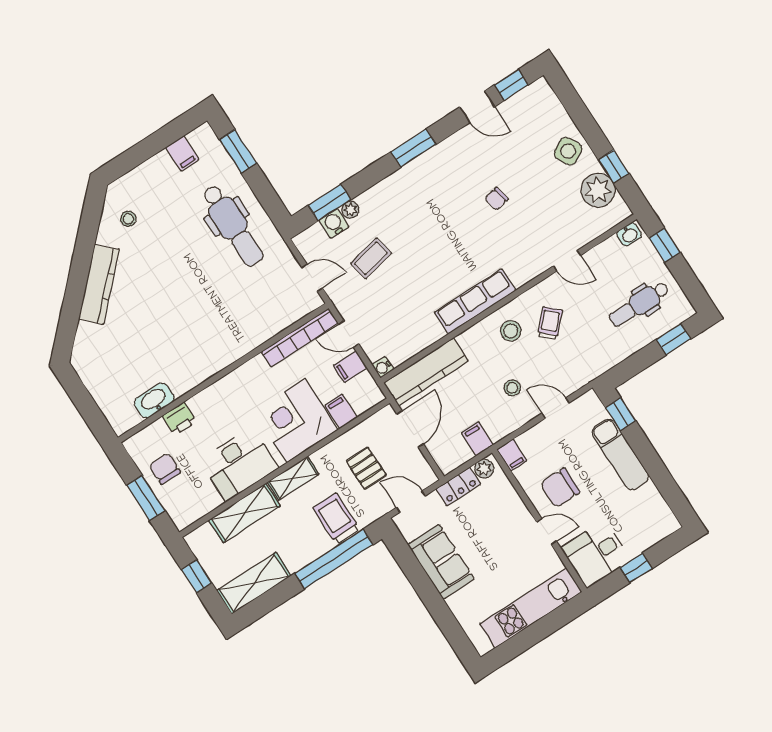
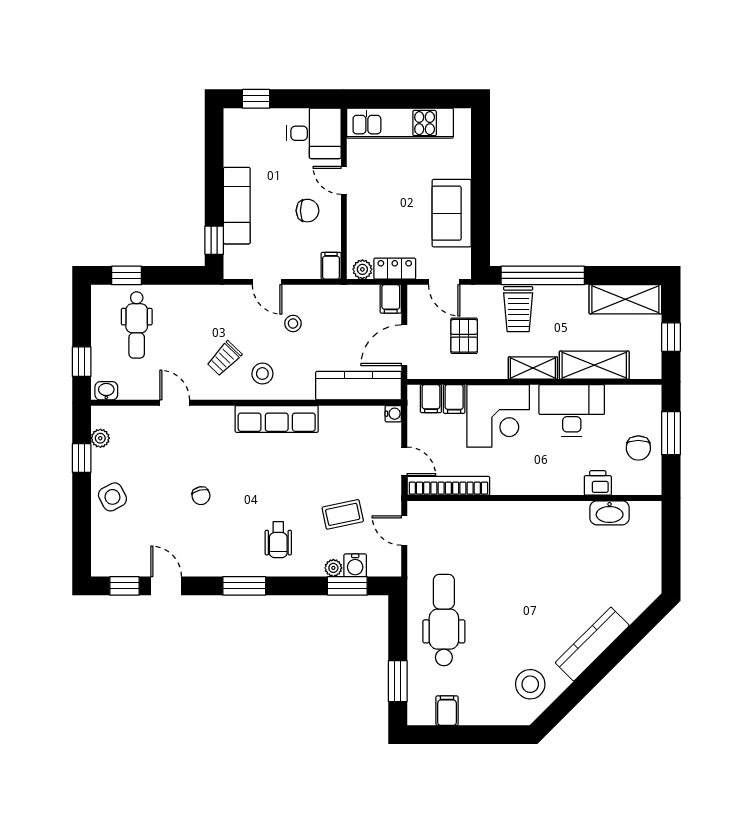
plant: (598, 190) -> (100, 438), width x0.53, depth x0.53
chair: (497, 199) -> (201, 496), turned 88
wheelchair: (410, 204) -> (278, 540), added
stool: (128, 219) -> (530, 684), width x1.89, depth x1.89
dental chair: (639, 304) -> (137, 325), turned 90
filing cabinet: (350, 367) -> (431, 399), moved, turned 90
filing cabinet: (477, 439) -> (391, 299), moved
chair: (560, 488) -> (308, 211), width x0.73, depth x0.73
window: (636, 568) -> (256, 99), moved

